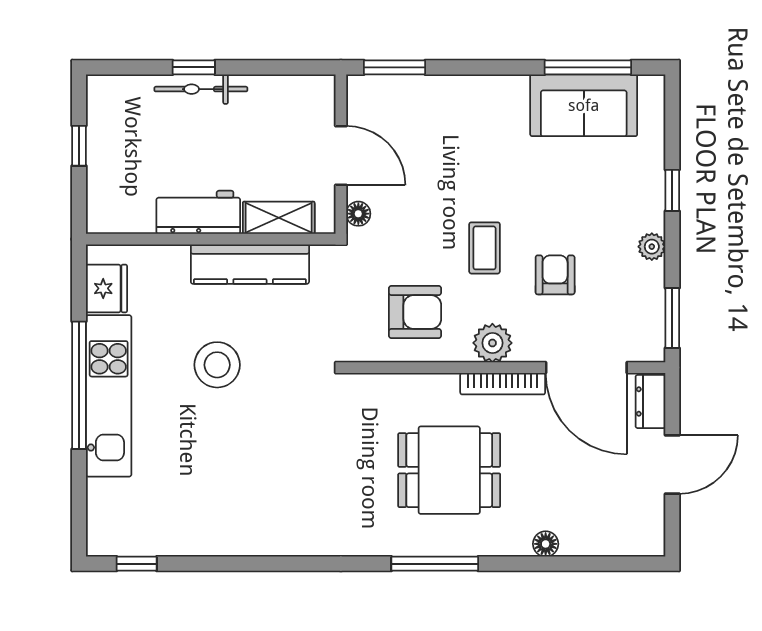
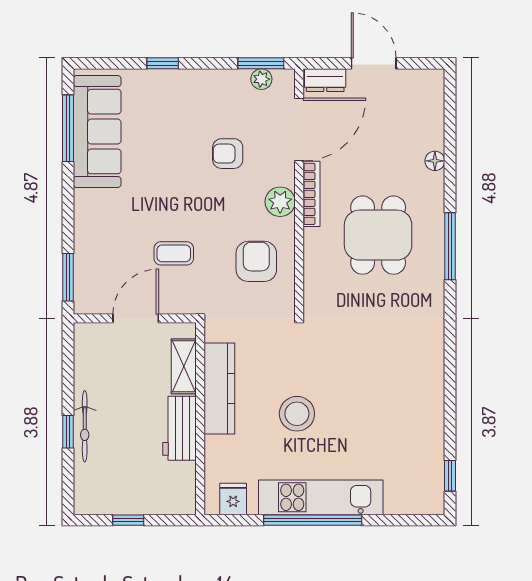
sofa: (584, 105) -> (97, 132), width x1.36
floor lamp: (358, 214) -> (181, 305), removed
plant: (652, 247) -> (261, 79), moved
coffee table: (485, 248) -> (174, 253), moved
fridge: (106, 288) -> (233, 499), width x0.72

